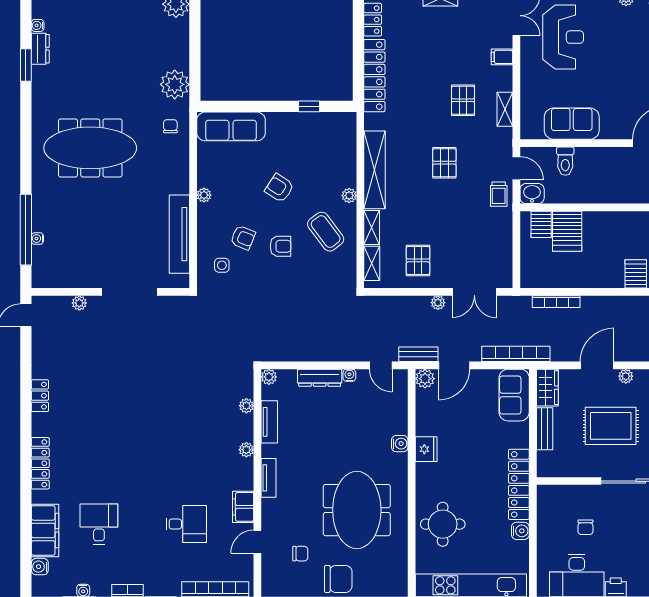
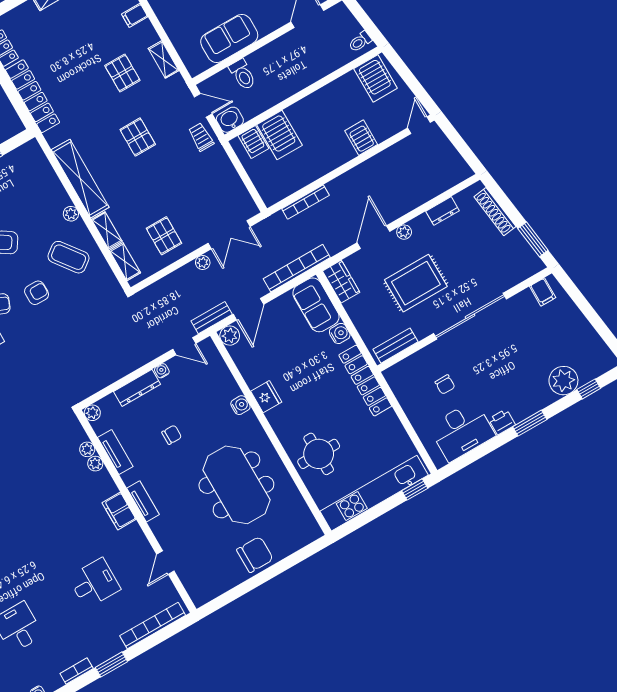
trolley: (499, 194) -> (201, 137), turned 180
bench: (545, 429) -> (395, 346), moved, turned 90
plant: (246, 450) -> (95, 464), moved
filing cabinet: (243, 507) -> (119, 511), moved
water cooler: (520, 531) -> (340, 333), moved
chair: (300, 554) -> (172, 435), moved

